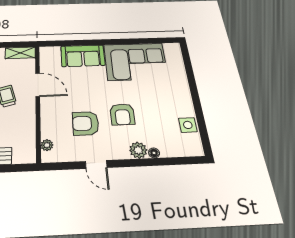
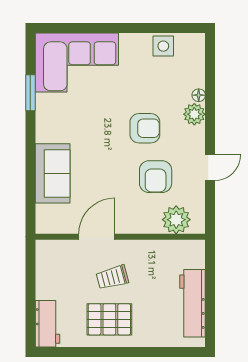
window: (138, 41) -> (30, 93), added
shelving: (20, 53) -> (45, 260), removed
corner sofa: (136, 62) -> (77, 62), moved, turned 90
plant: (47, 145) -> (176, 220), width x1.88, depth x1.88

